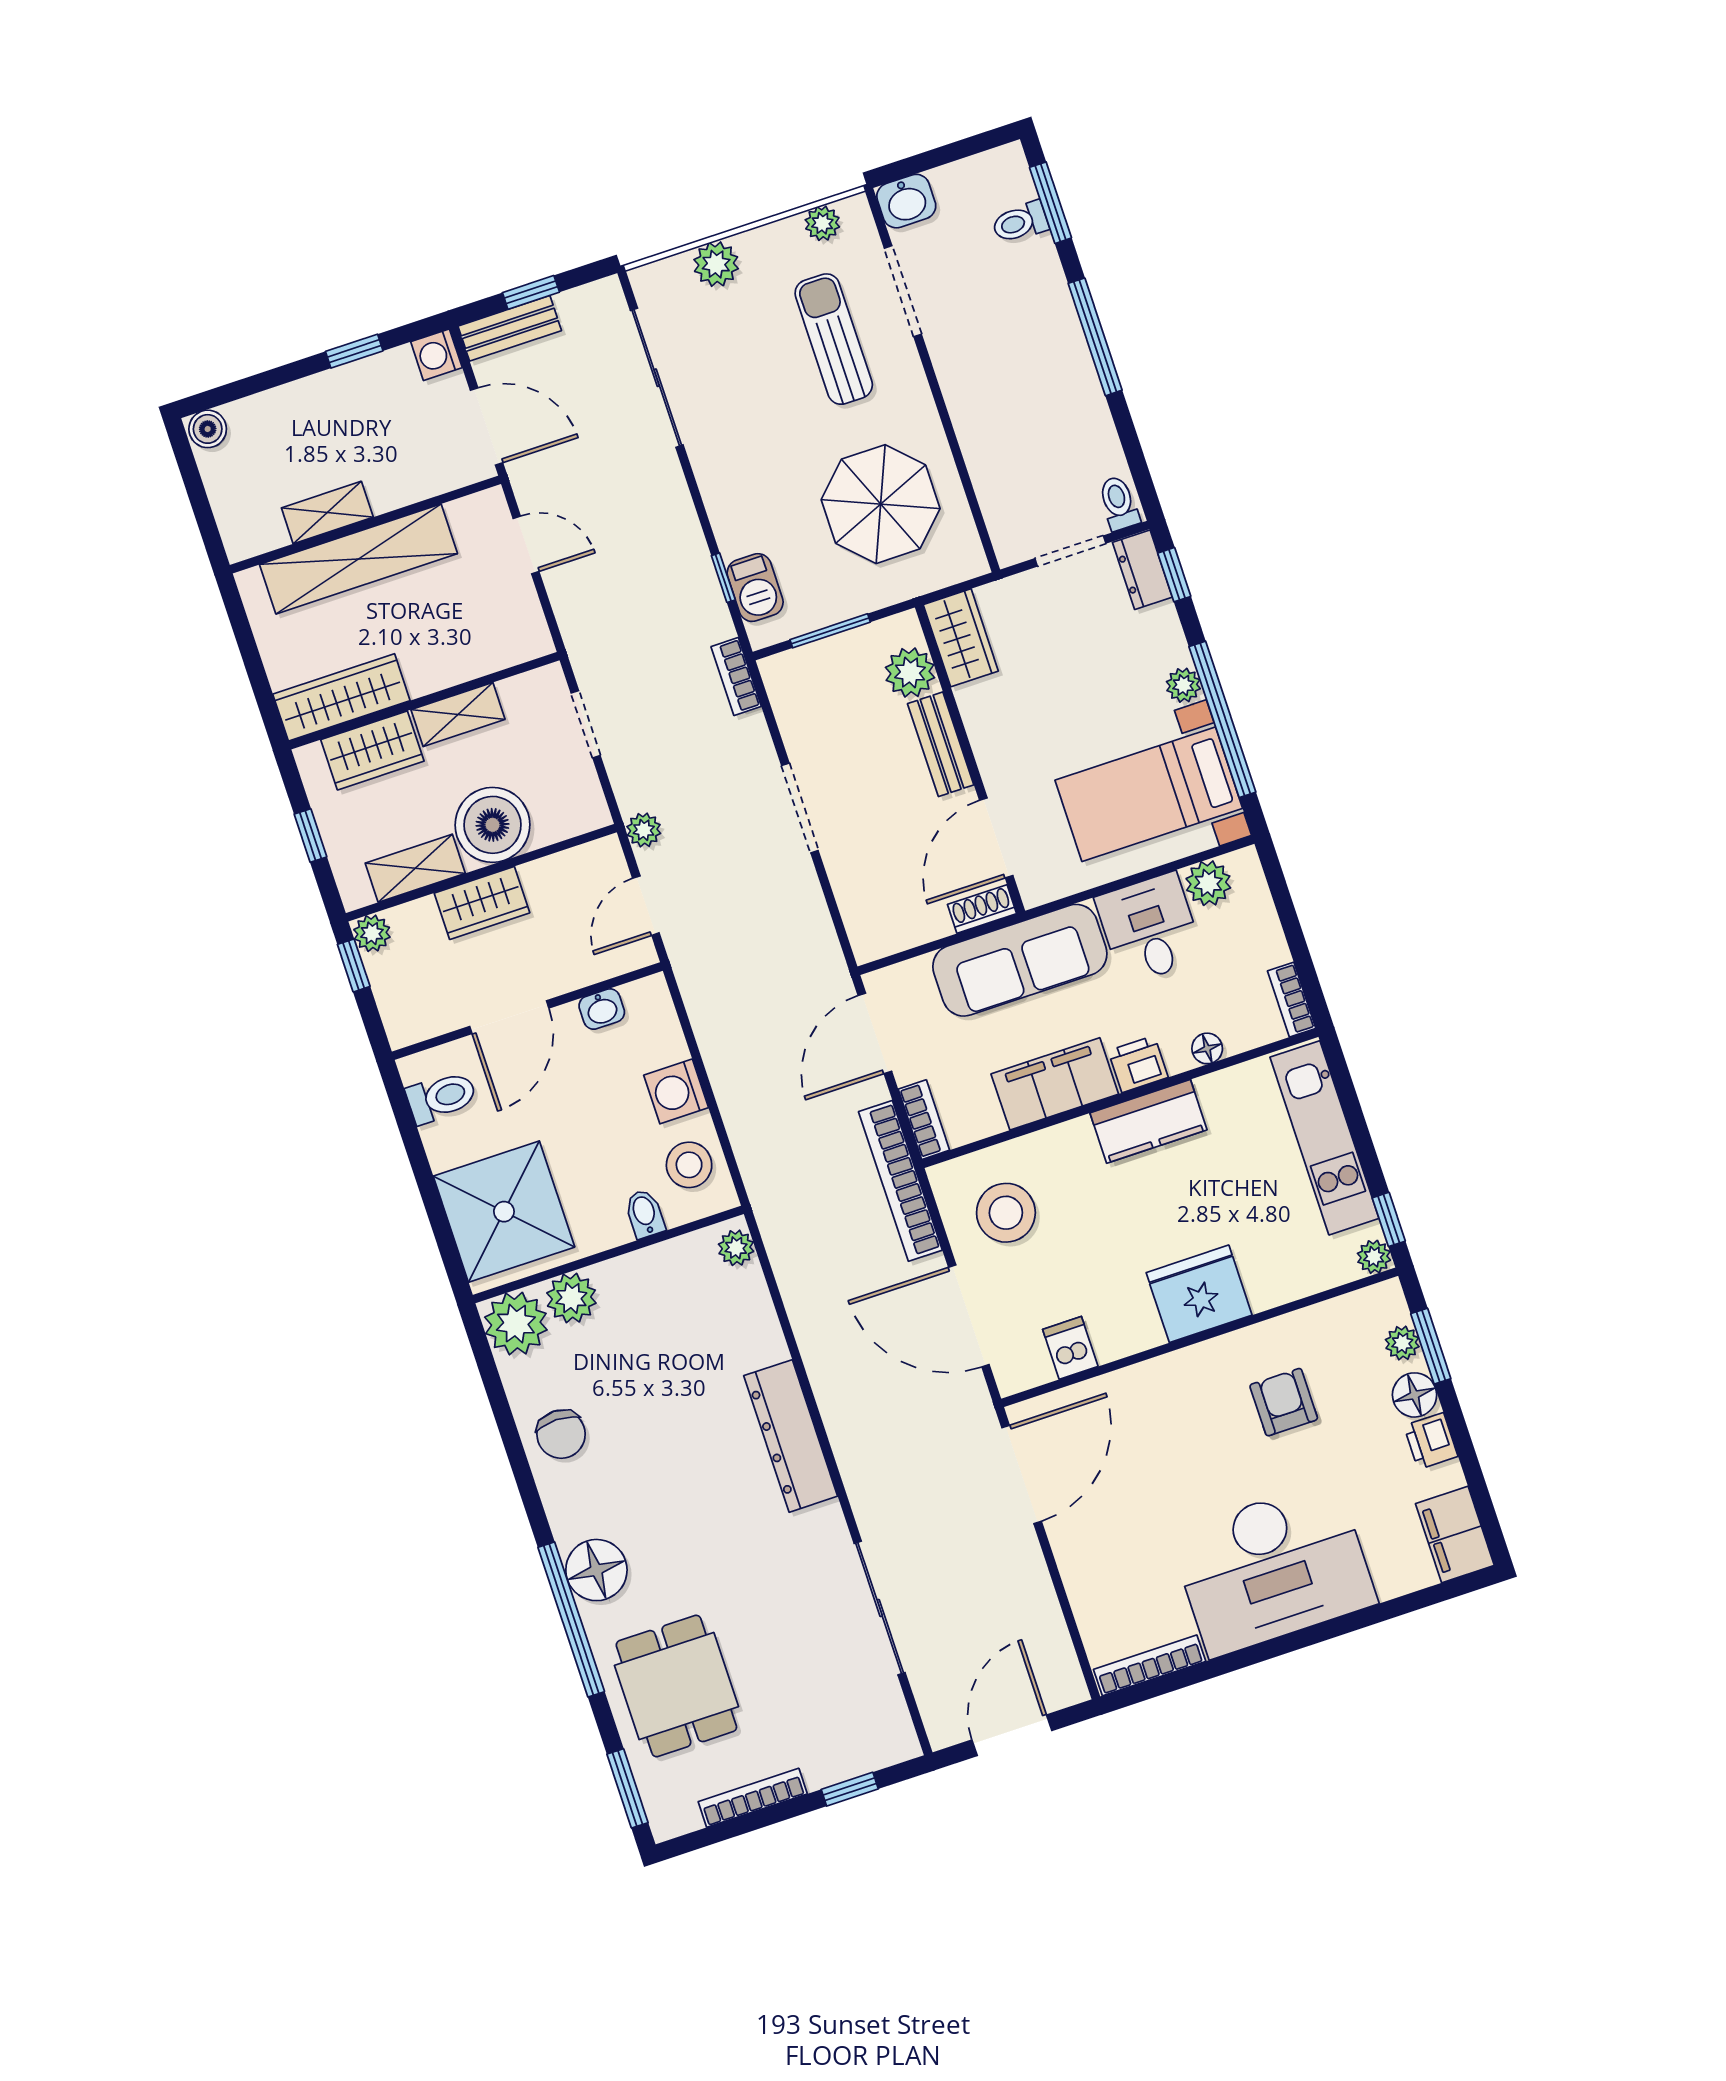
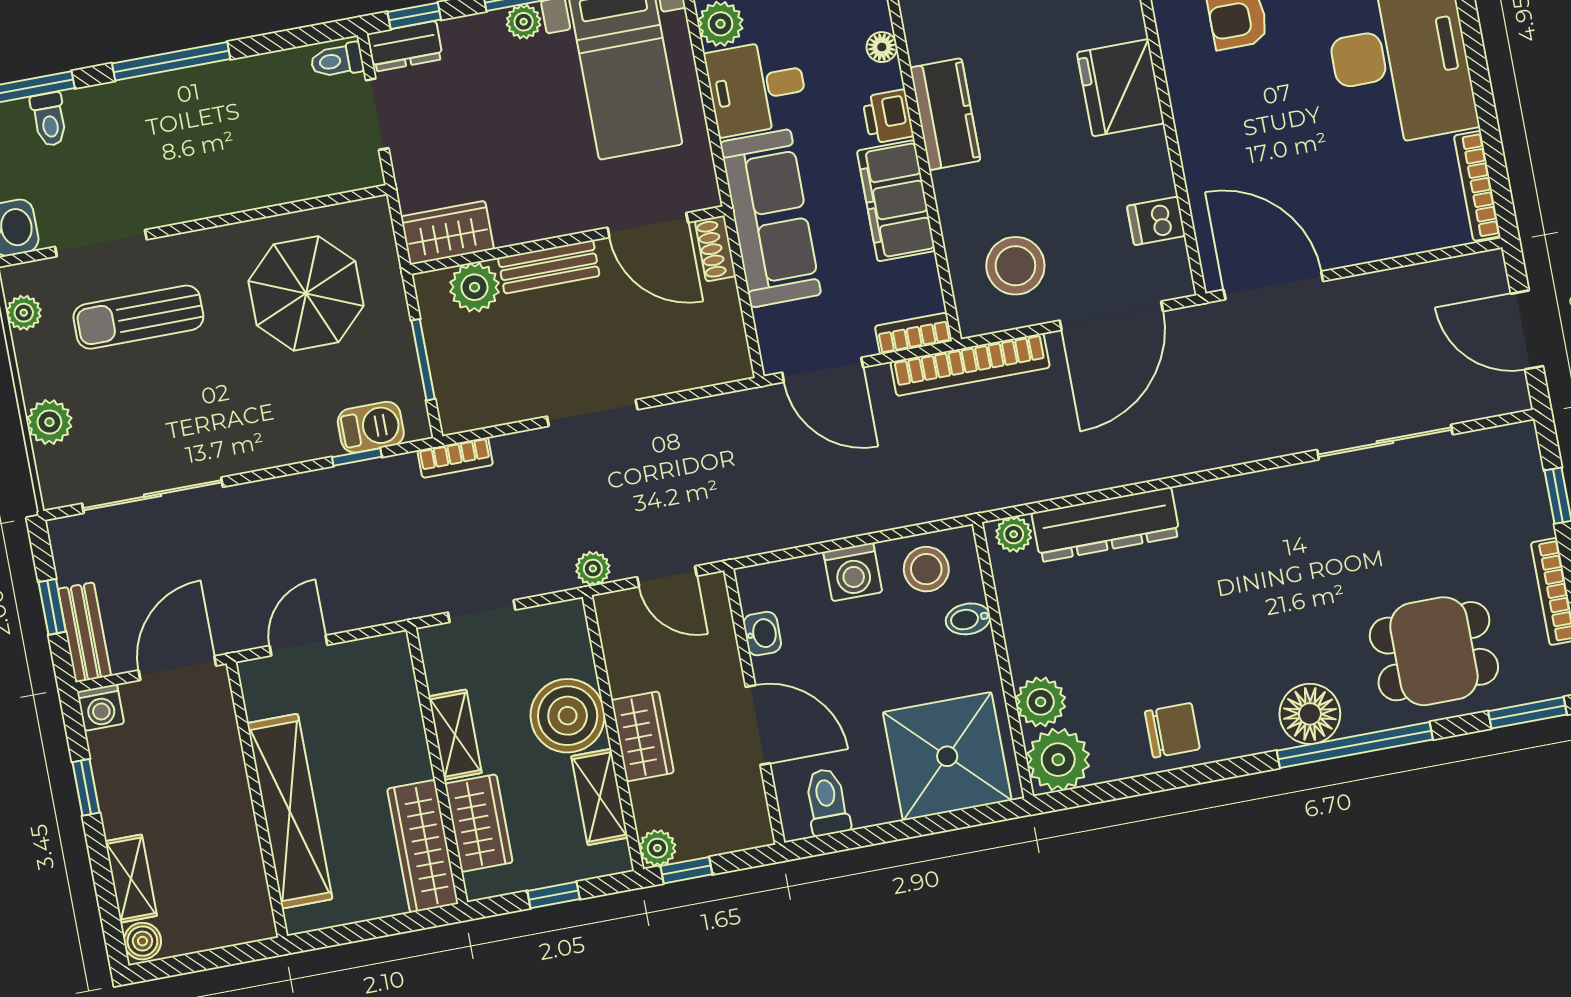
shelving: (327, 513) -> (131, 879), moved
dresser: (791, 1436) -> (1106, 525), moved

